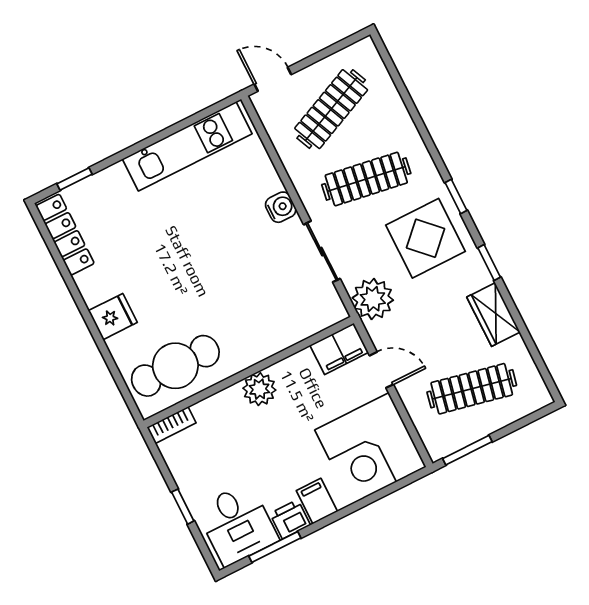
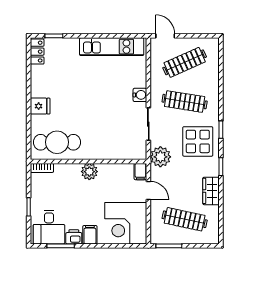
locker: (65, 235) -> (37, 52), width x0.66
filing cabinet: (339, 349) -> (140, 172), width x0.50

